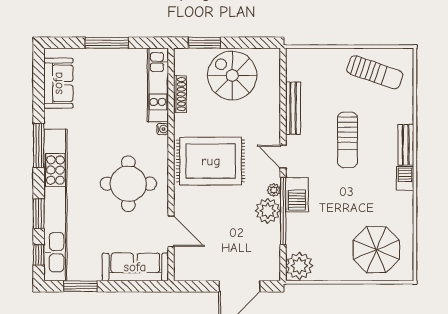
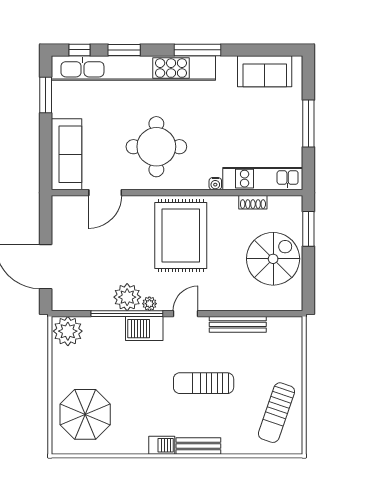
shoe rack: (180, 94) -> (253, 202), width x0.70

